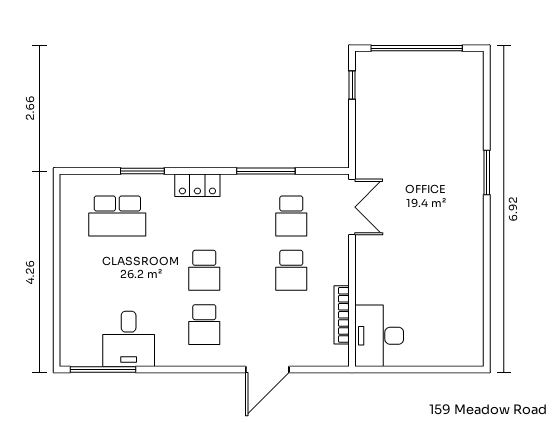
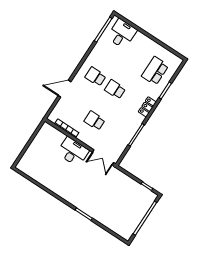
school desk: (291, 216) -> (114, 133), removed
desk: (379, 336) -> (73, 152), moved
desk: (129, 339) -> (122, 34), moved, turned 90
door: (267, 370) -> (64, 89), hinge flipped

